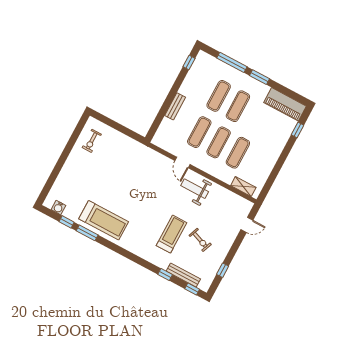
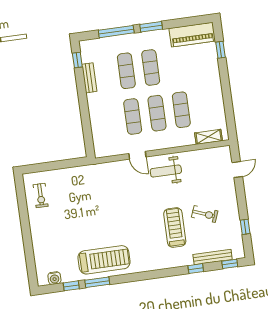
bench: (175, 106) -> (89, 78), moved

